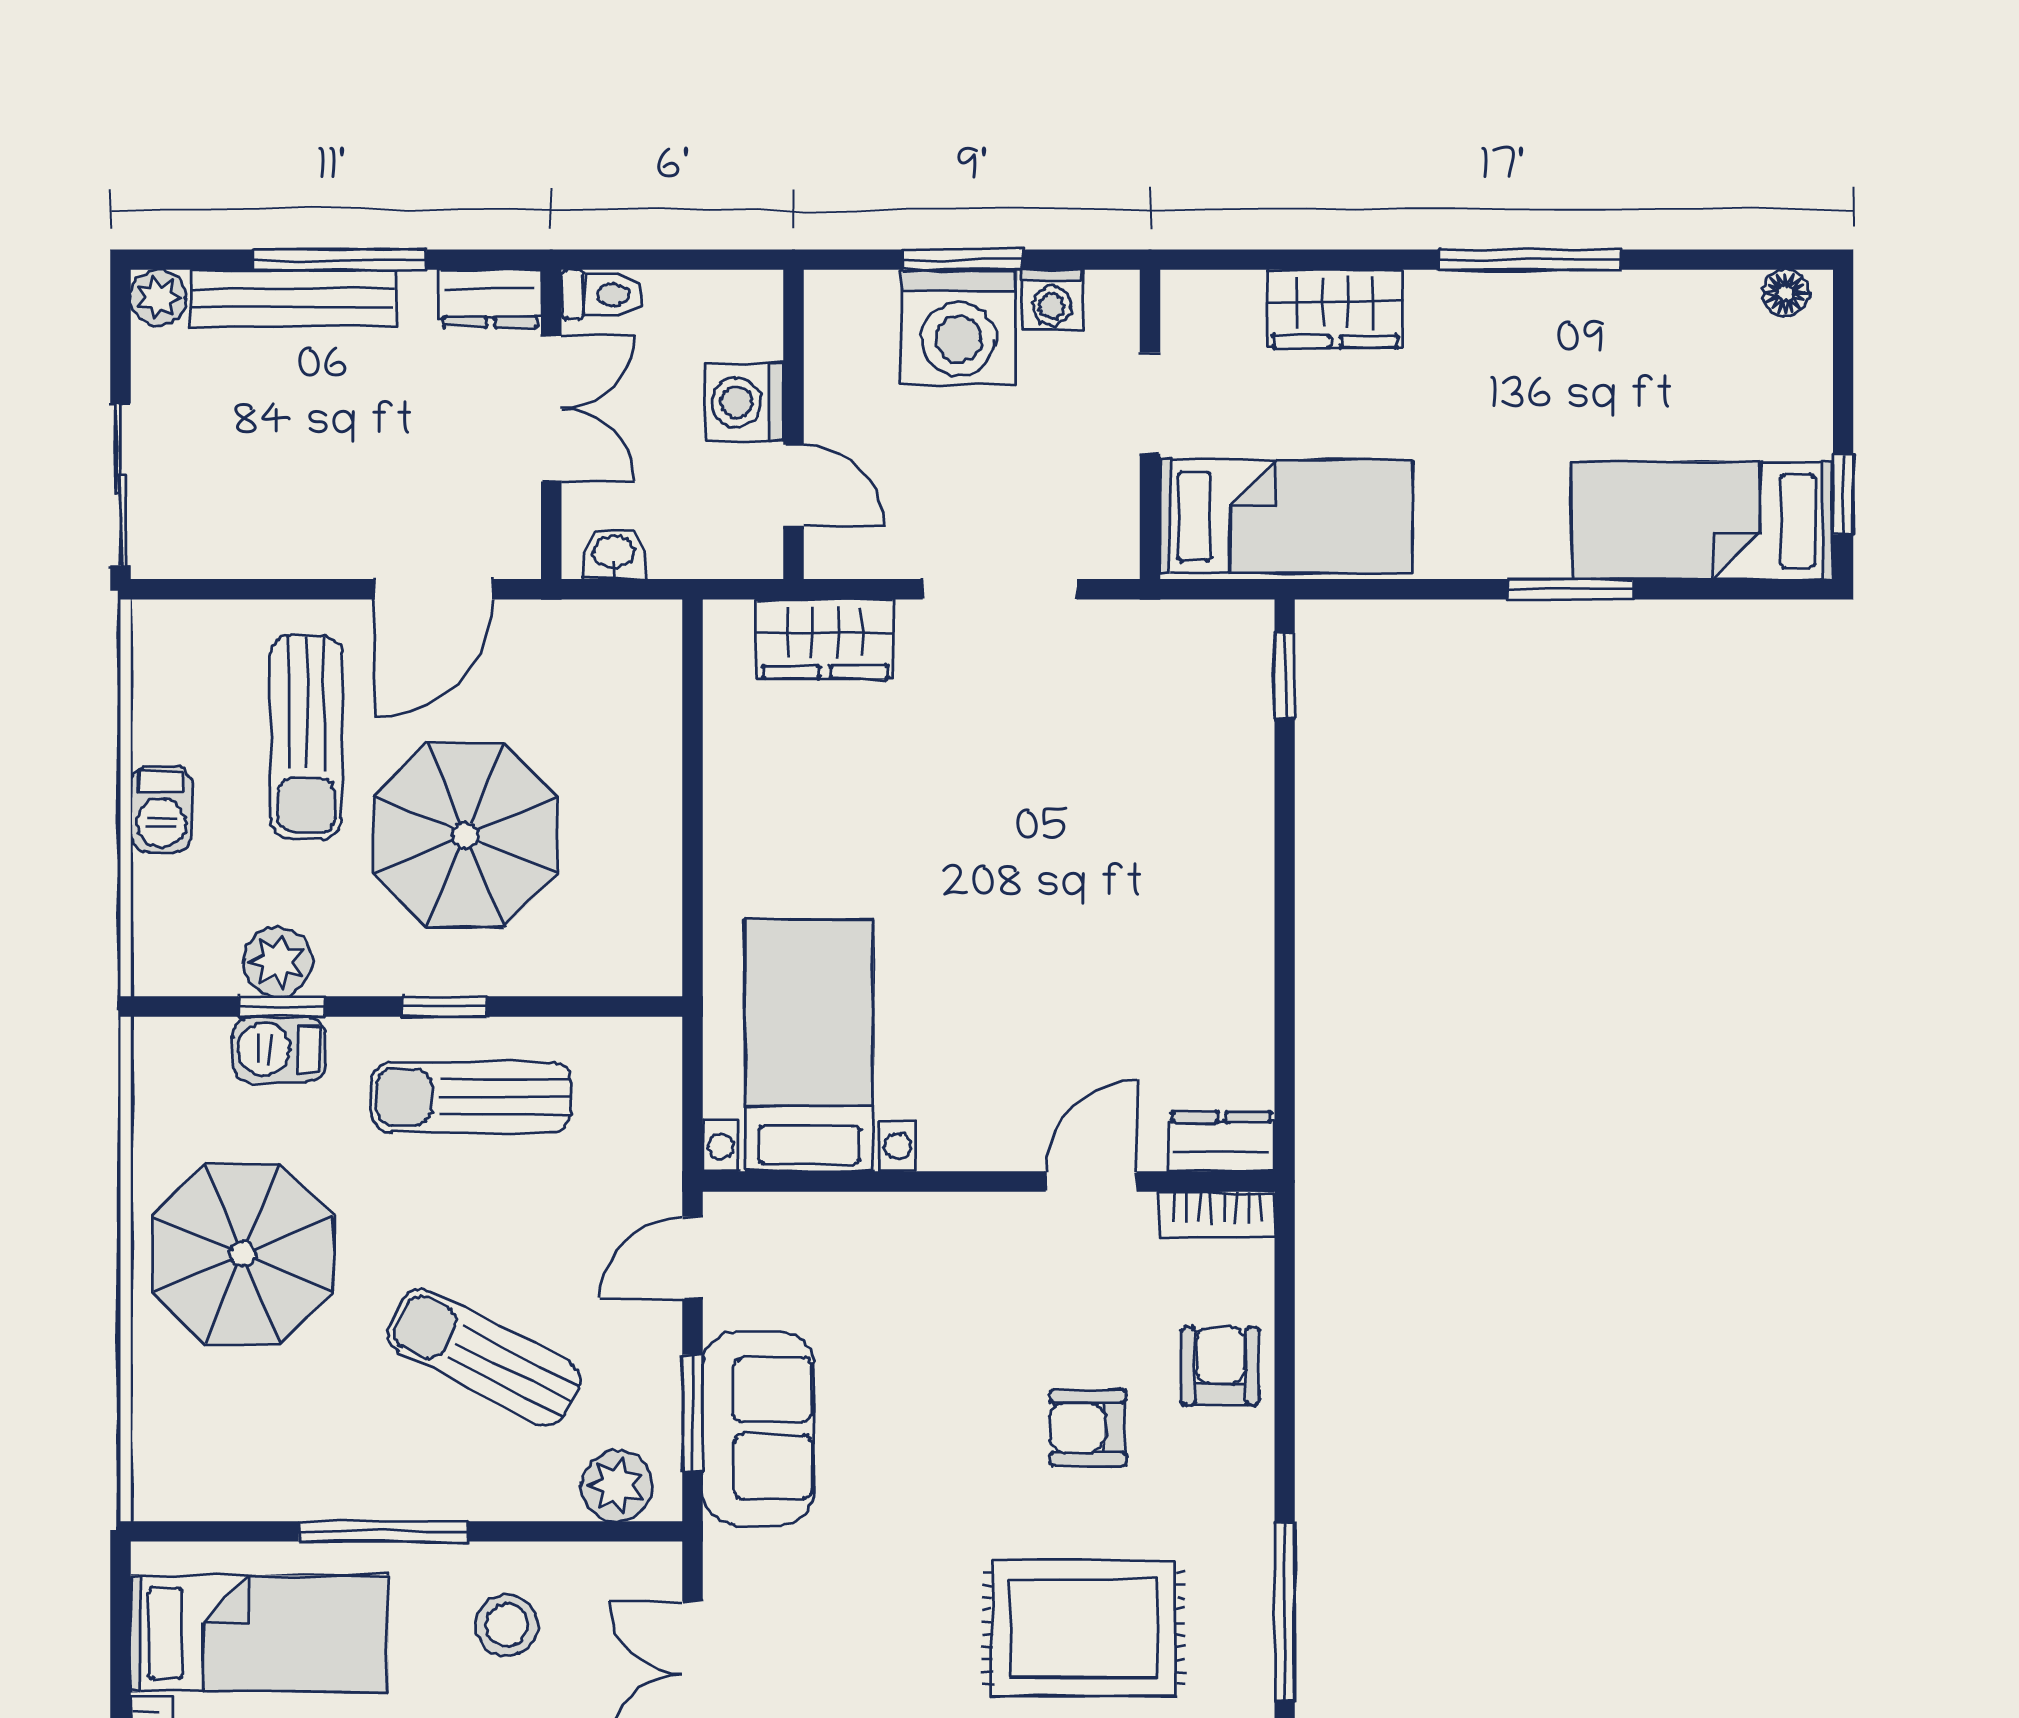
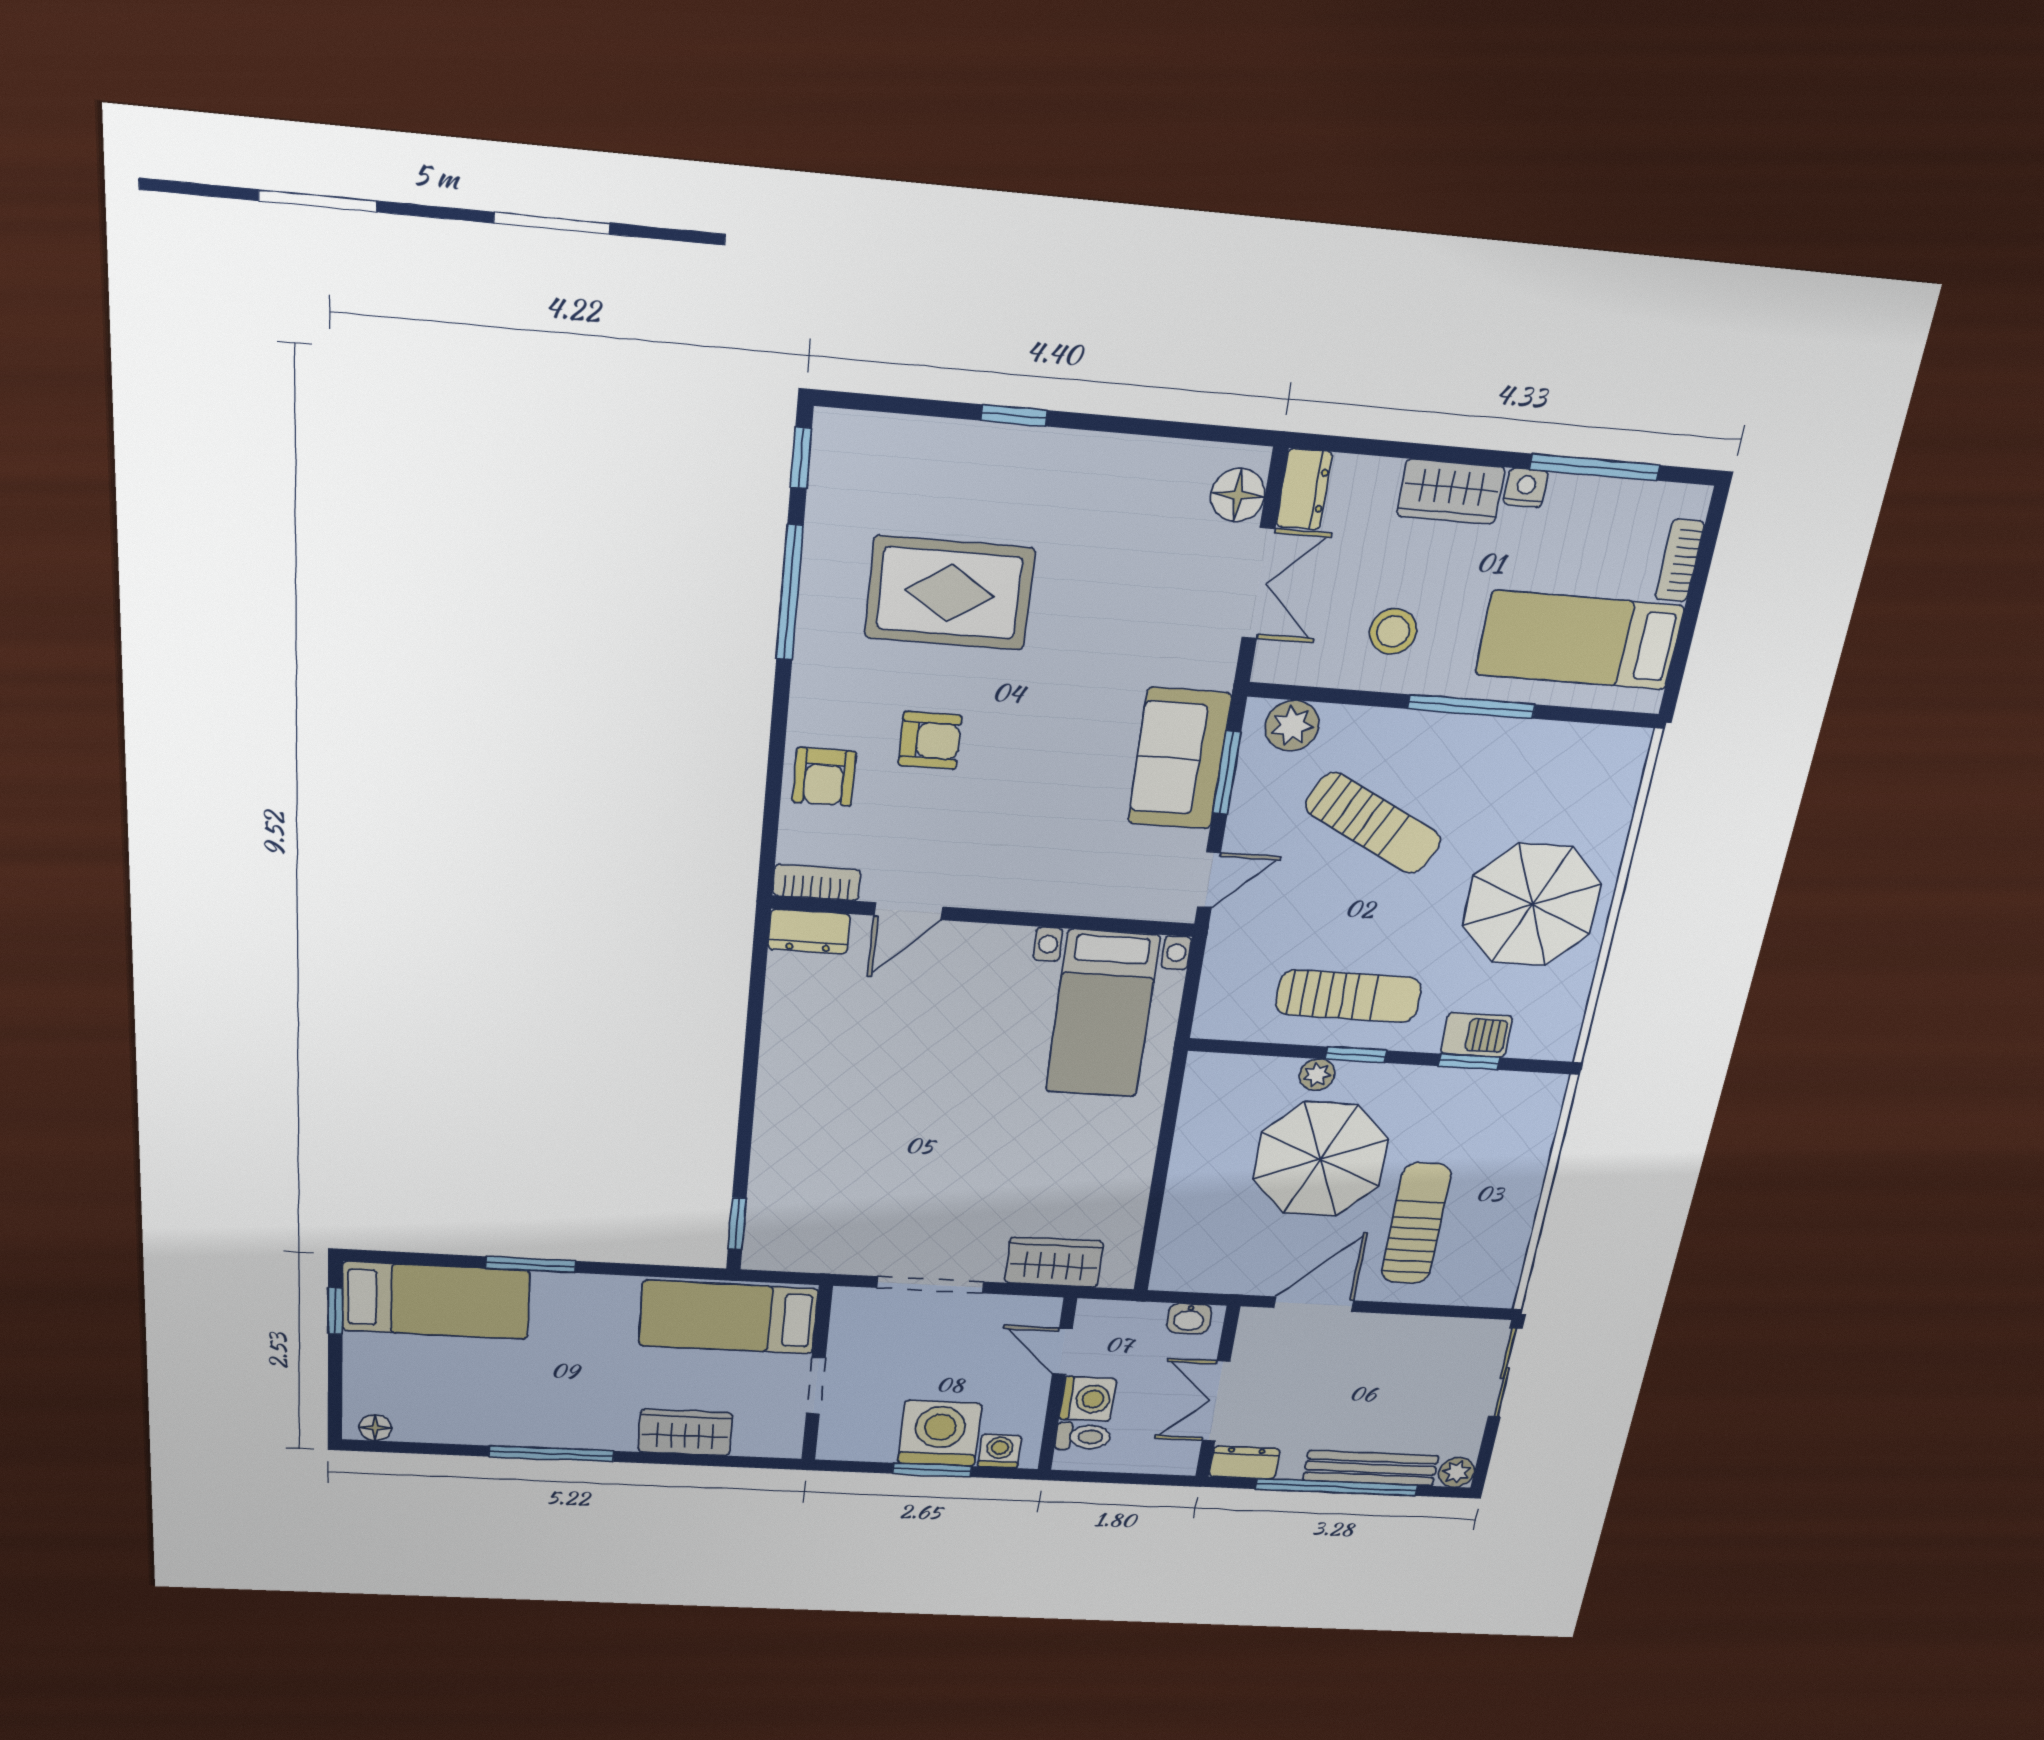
window: (340, 260) -> (1337, 1487), width x1.46
toilet: (602, 295) -> (1083, 1437), moved, turned 180
washing machine: (1052, 300) -> (1000, 1451), moved
barbecue: (161, 809) -> (1523, 1187), removed
plant: (278, 962) -> (1317, 1075), moved, width x0.73, depth x0.73

